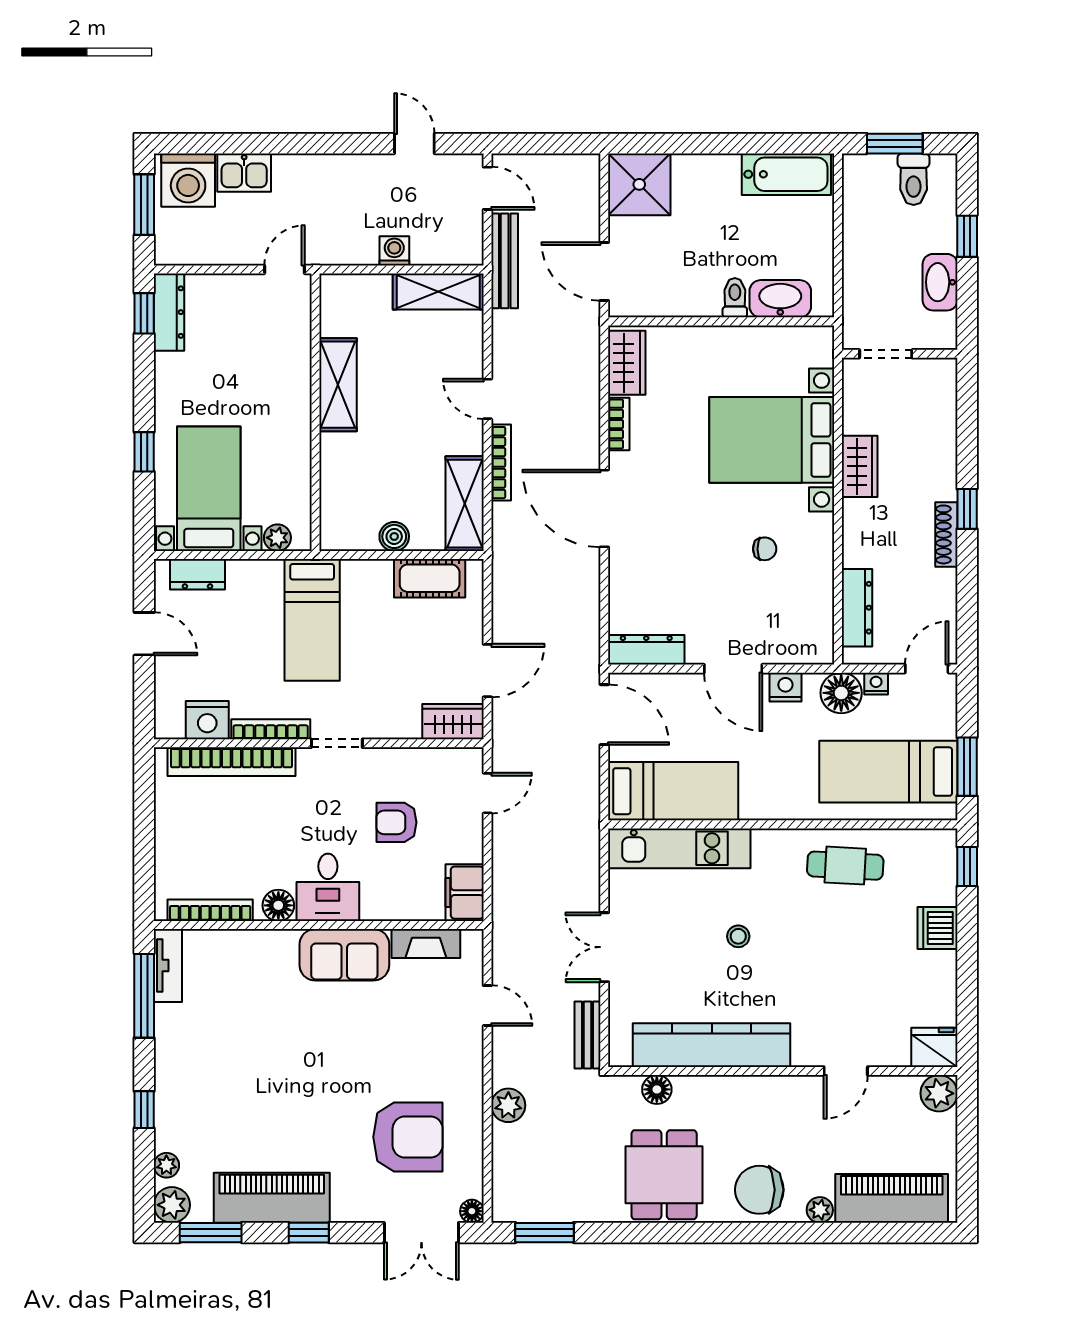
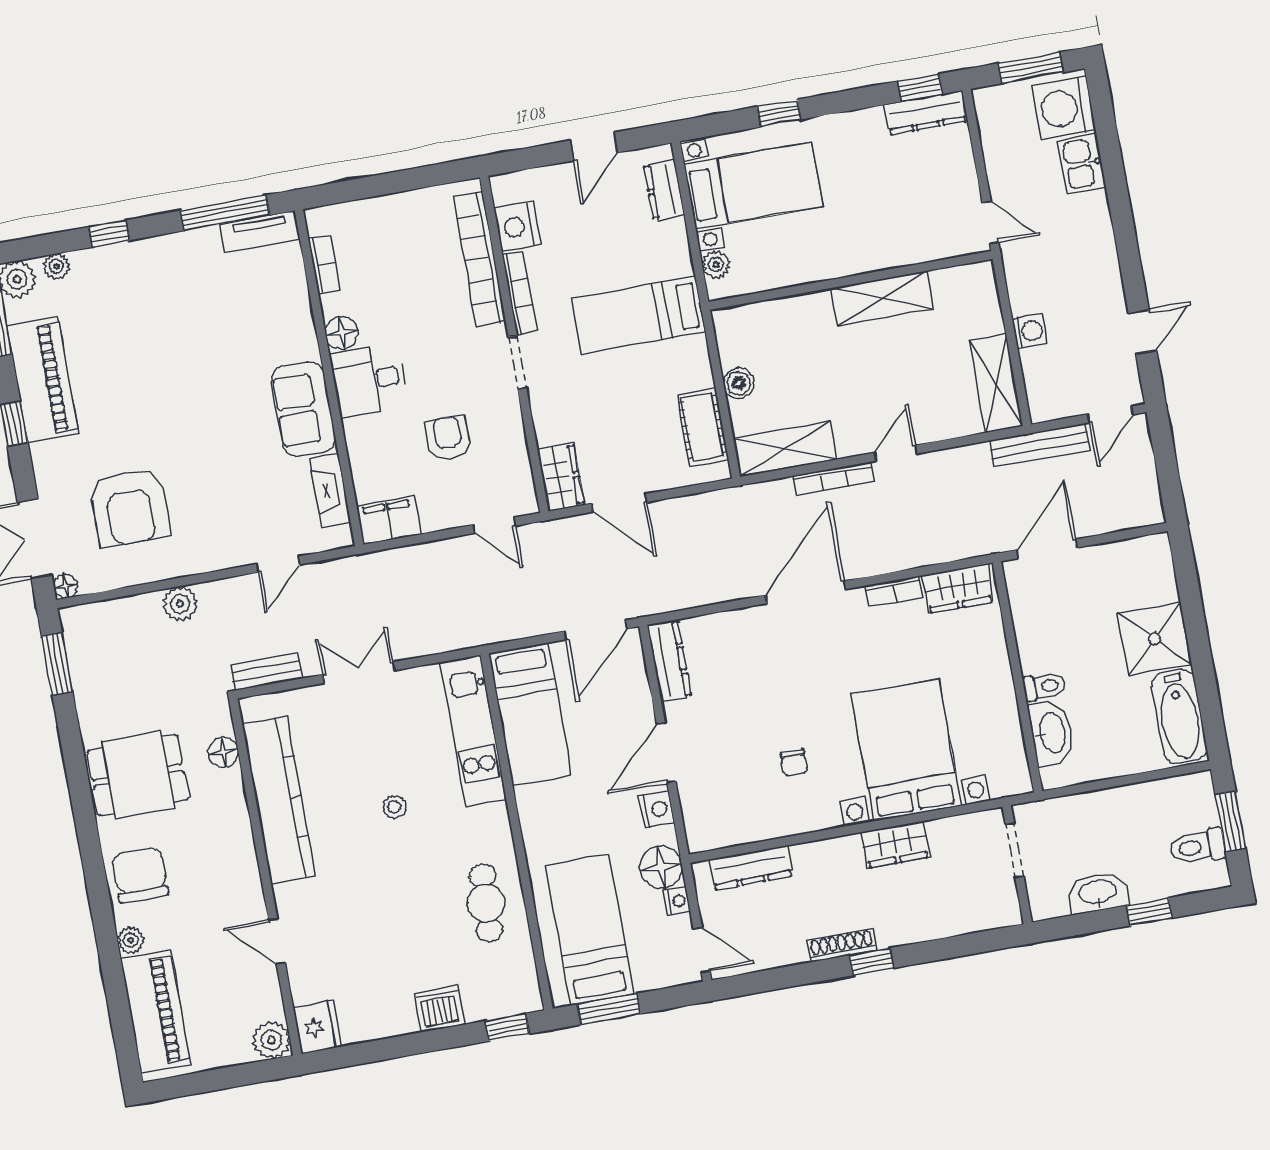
shower: (639, 184) -> (1155, 639), moved
bookcase: (210, 910) -> (324, 264), width x0.64

